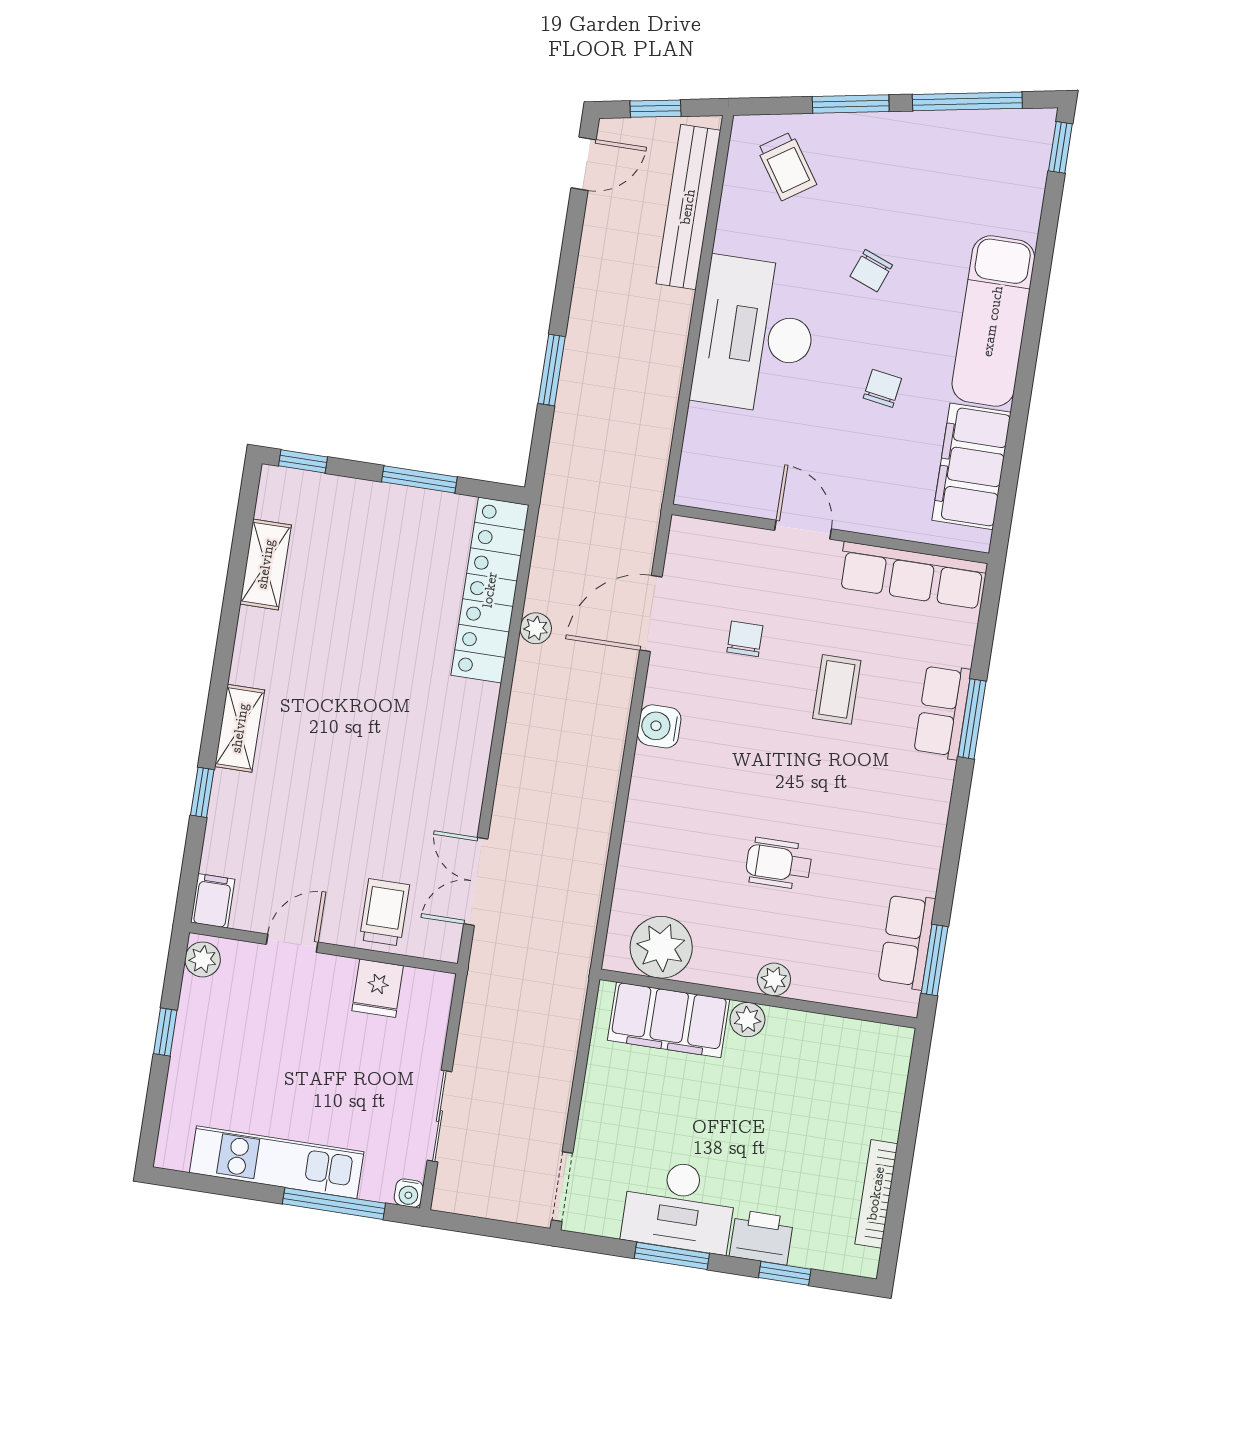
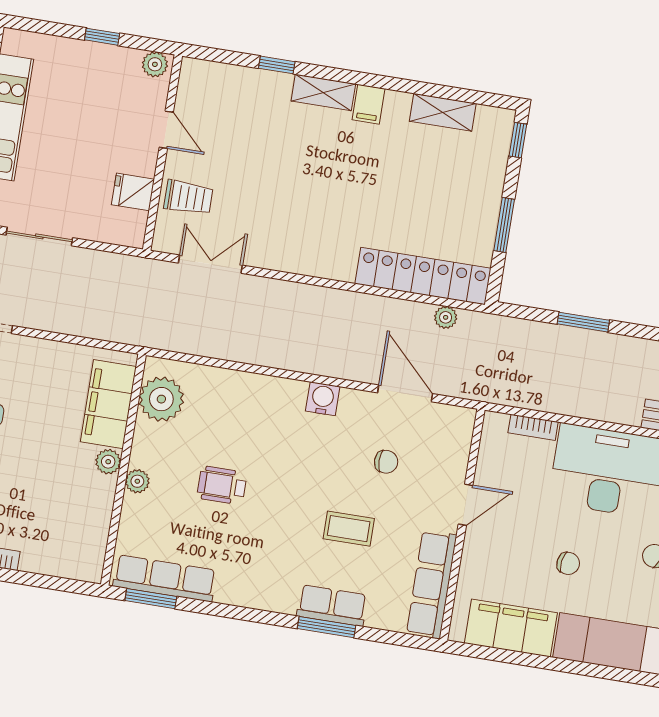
bookcase: (696, 438) -> (533, 427), added
plant: (536, 628) -> (446, 317), moved
wheelchair: (779, 864) -> (222, 485), turned -90
filing cabinet: (213, 901) -> (368, 104), moved, turned 90
row of seats: (907, 941) -> (165, 578), width x1.48

